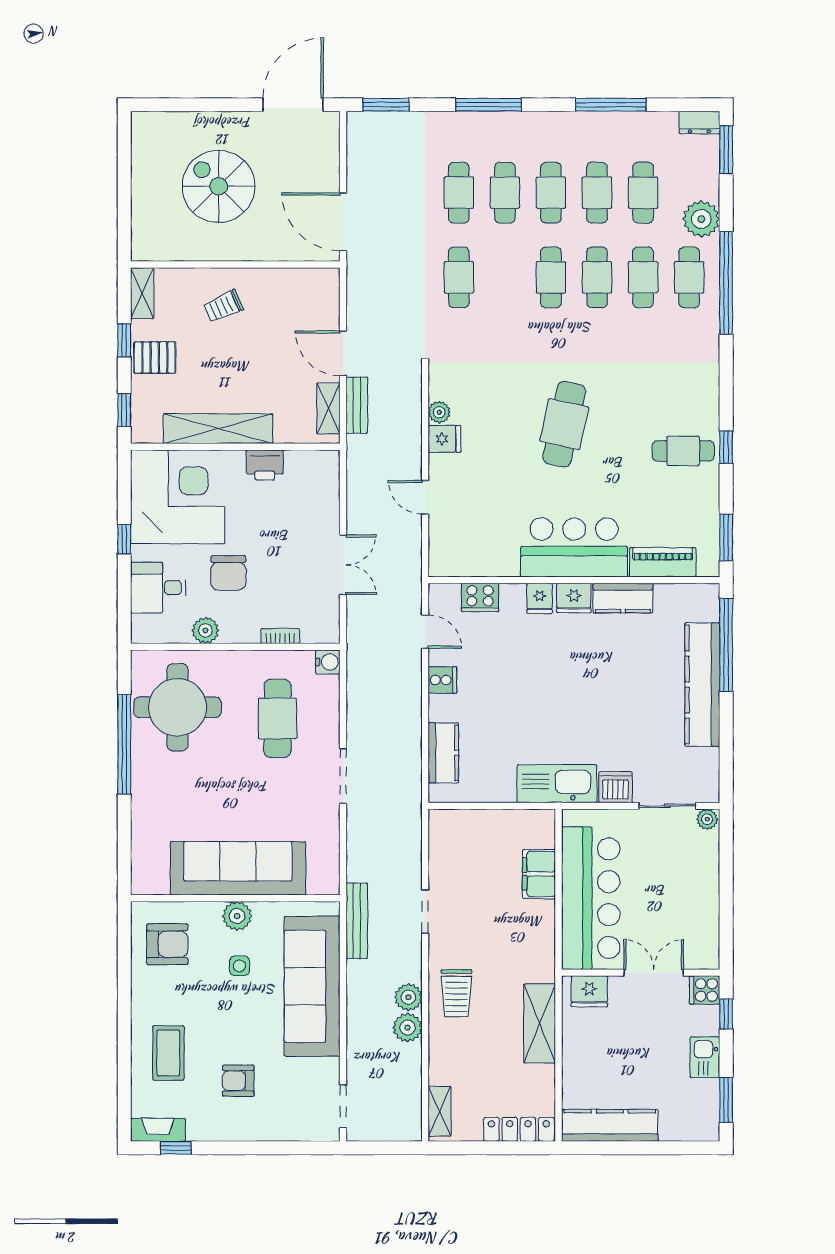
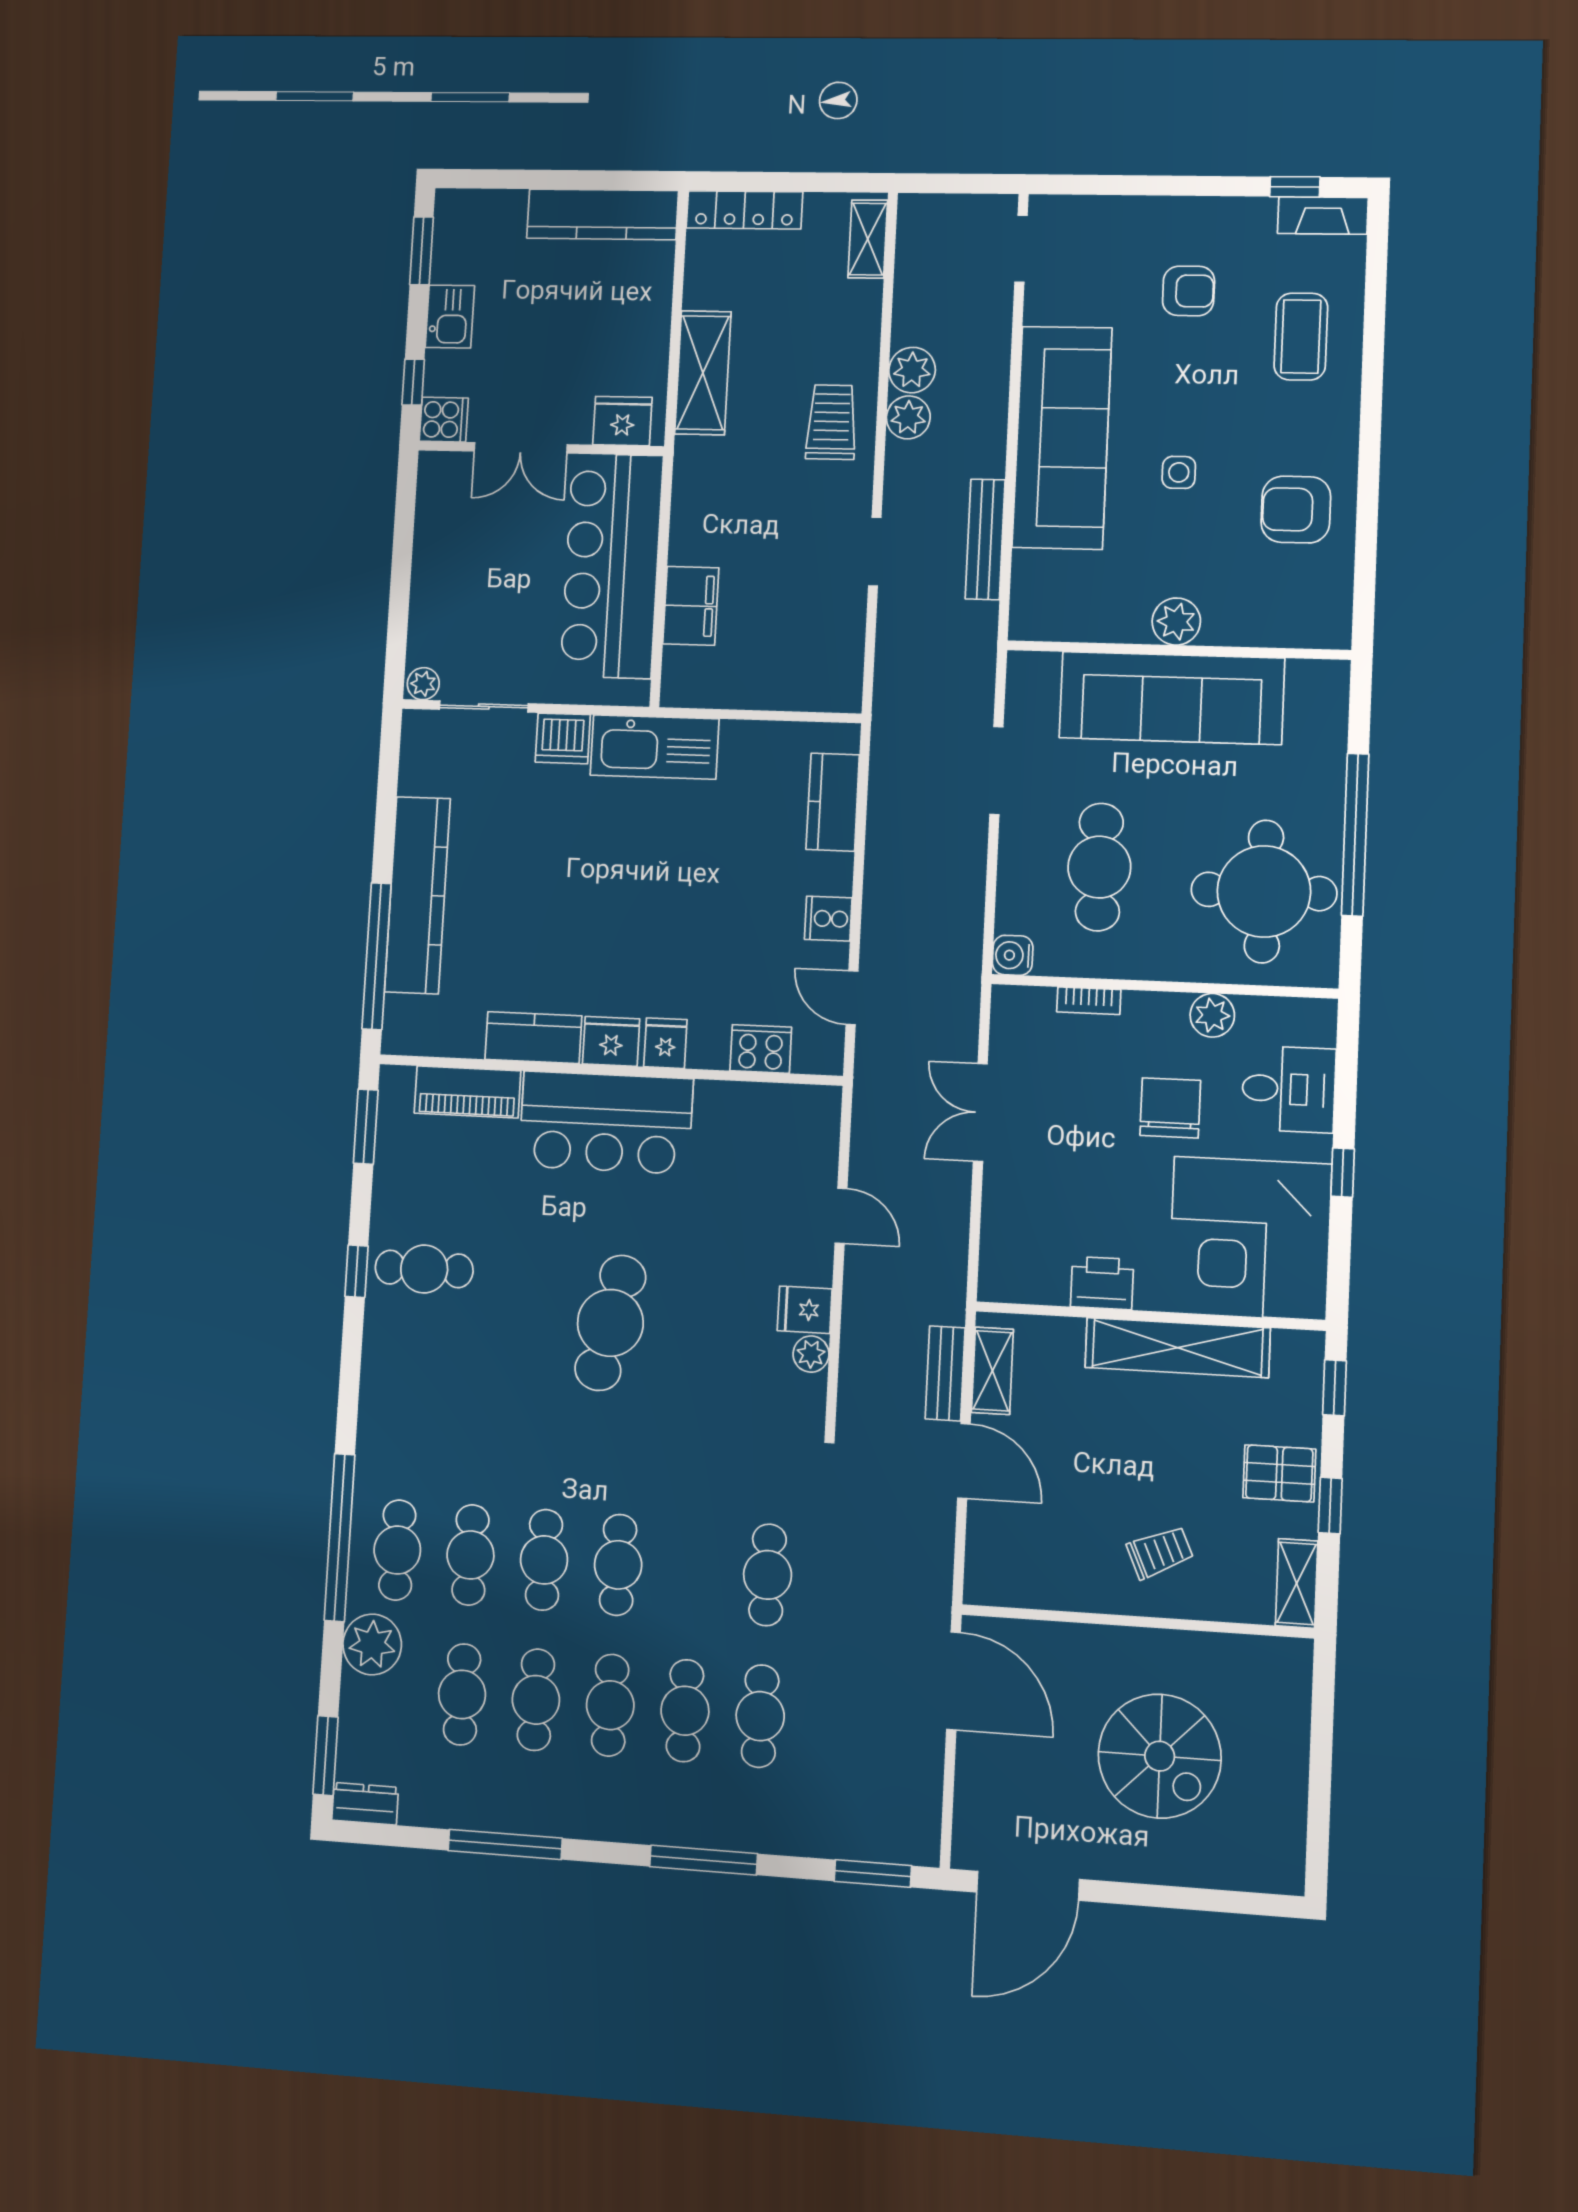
sofa: (238, 868) -> (1172, 698), moved
wall: (235, 898) -> (1178, 650), moved
plant: (237, 916) -> (1176, 622), moved

